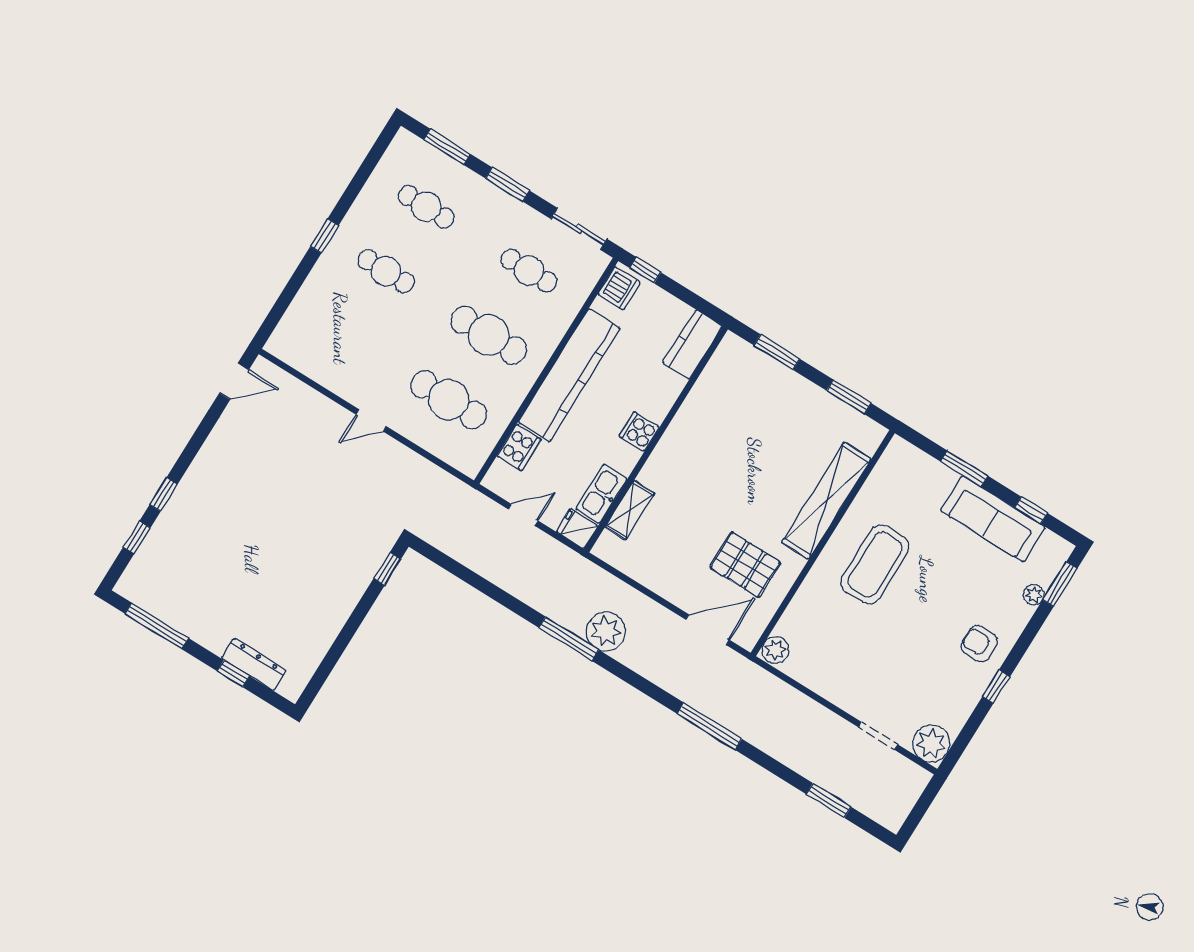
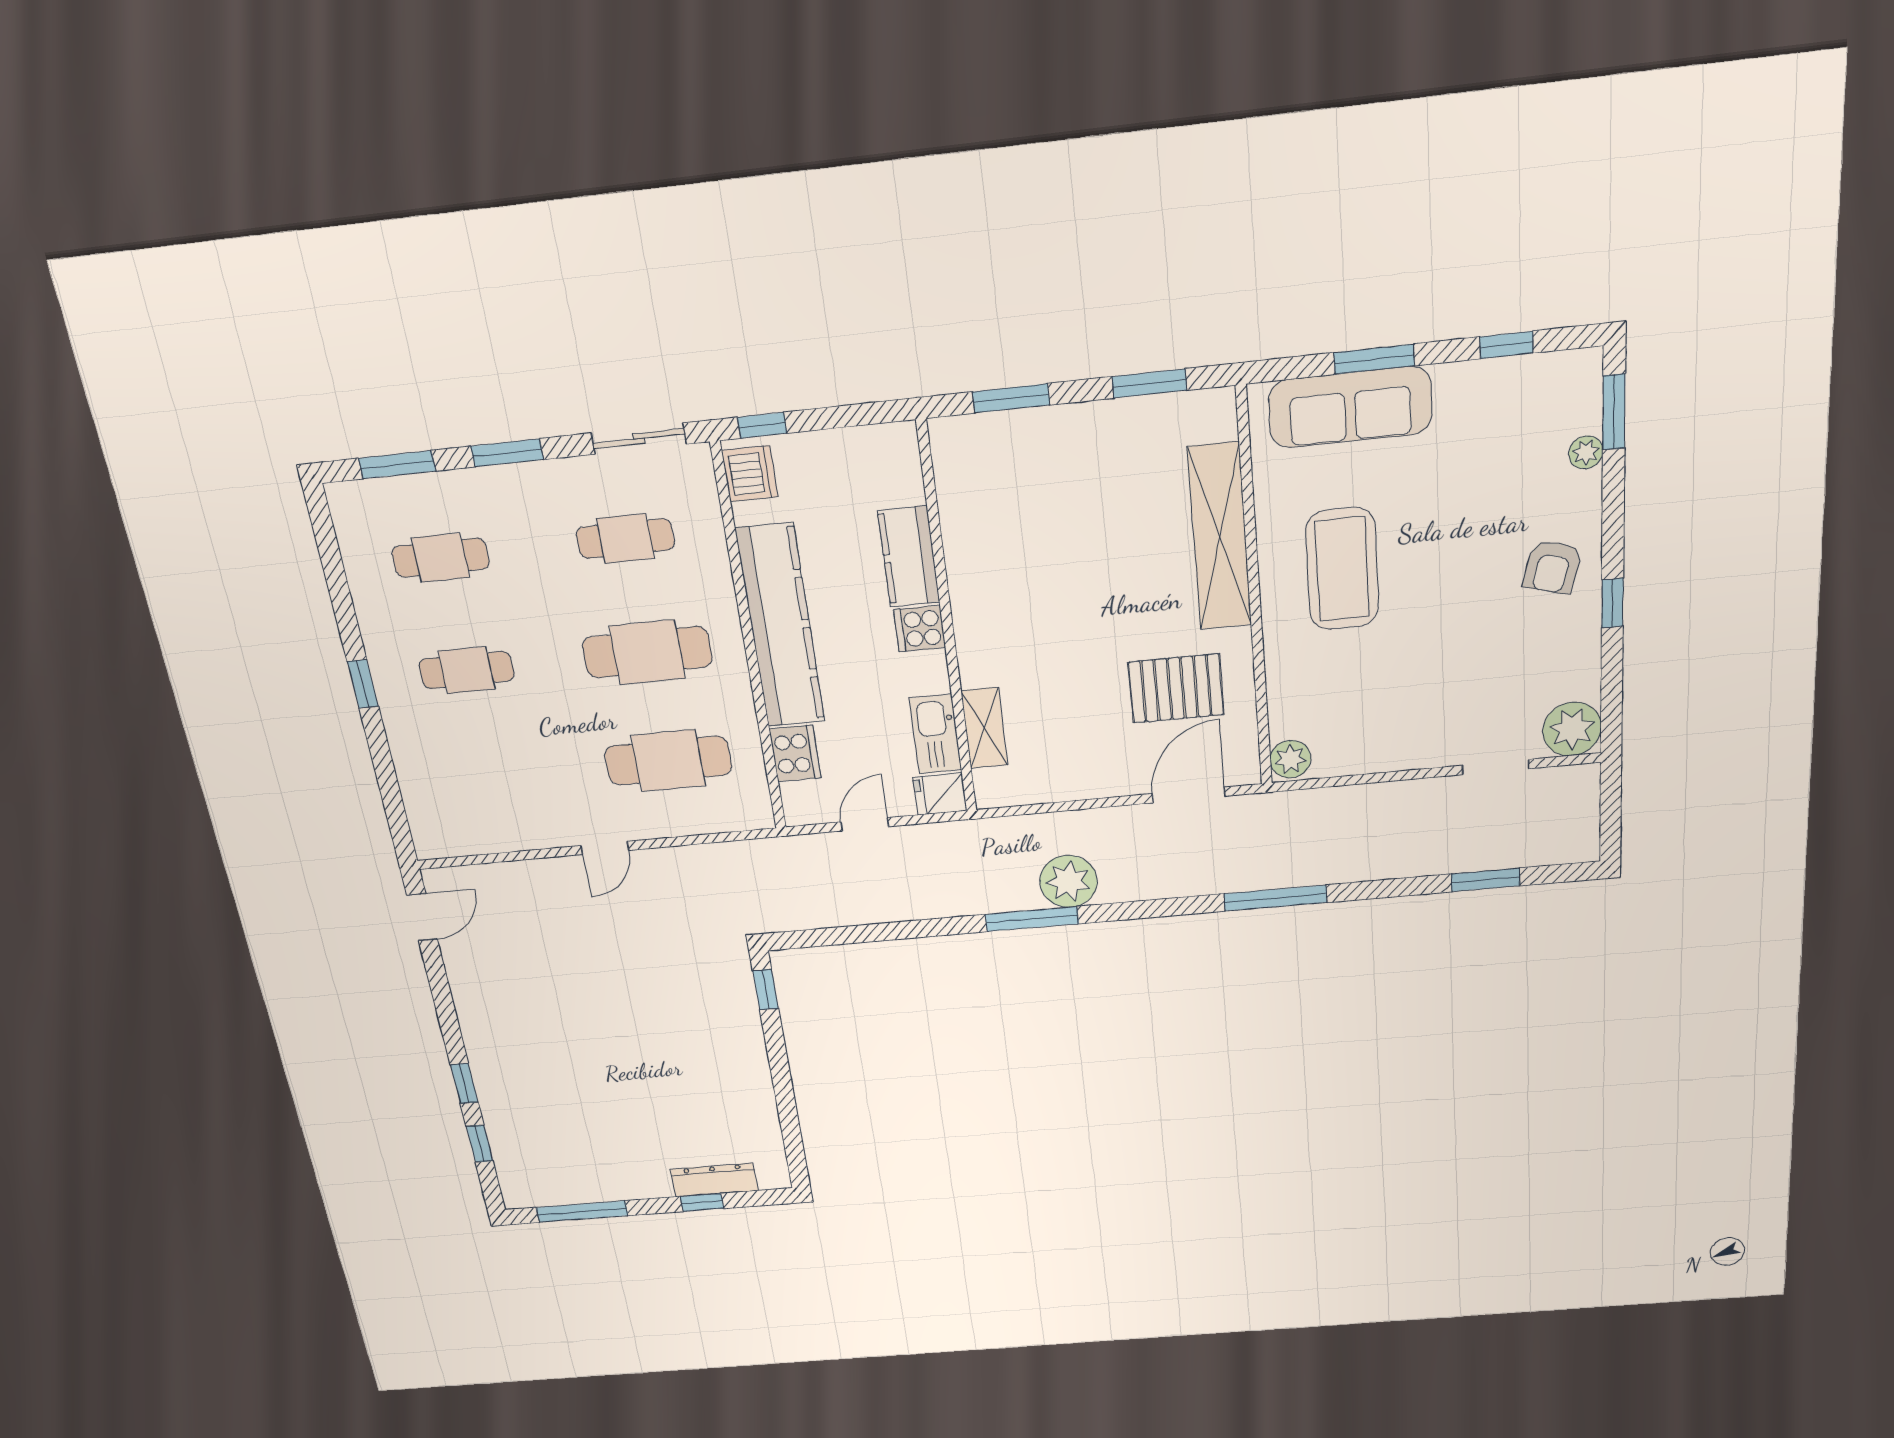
kitchen counter: (693, 344) -> (909, 557), moved
sofa: (993, 519) -> (1350, 407), moved
armchair: (979, 644) -> (1552, 567), turned -75

